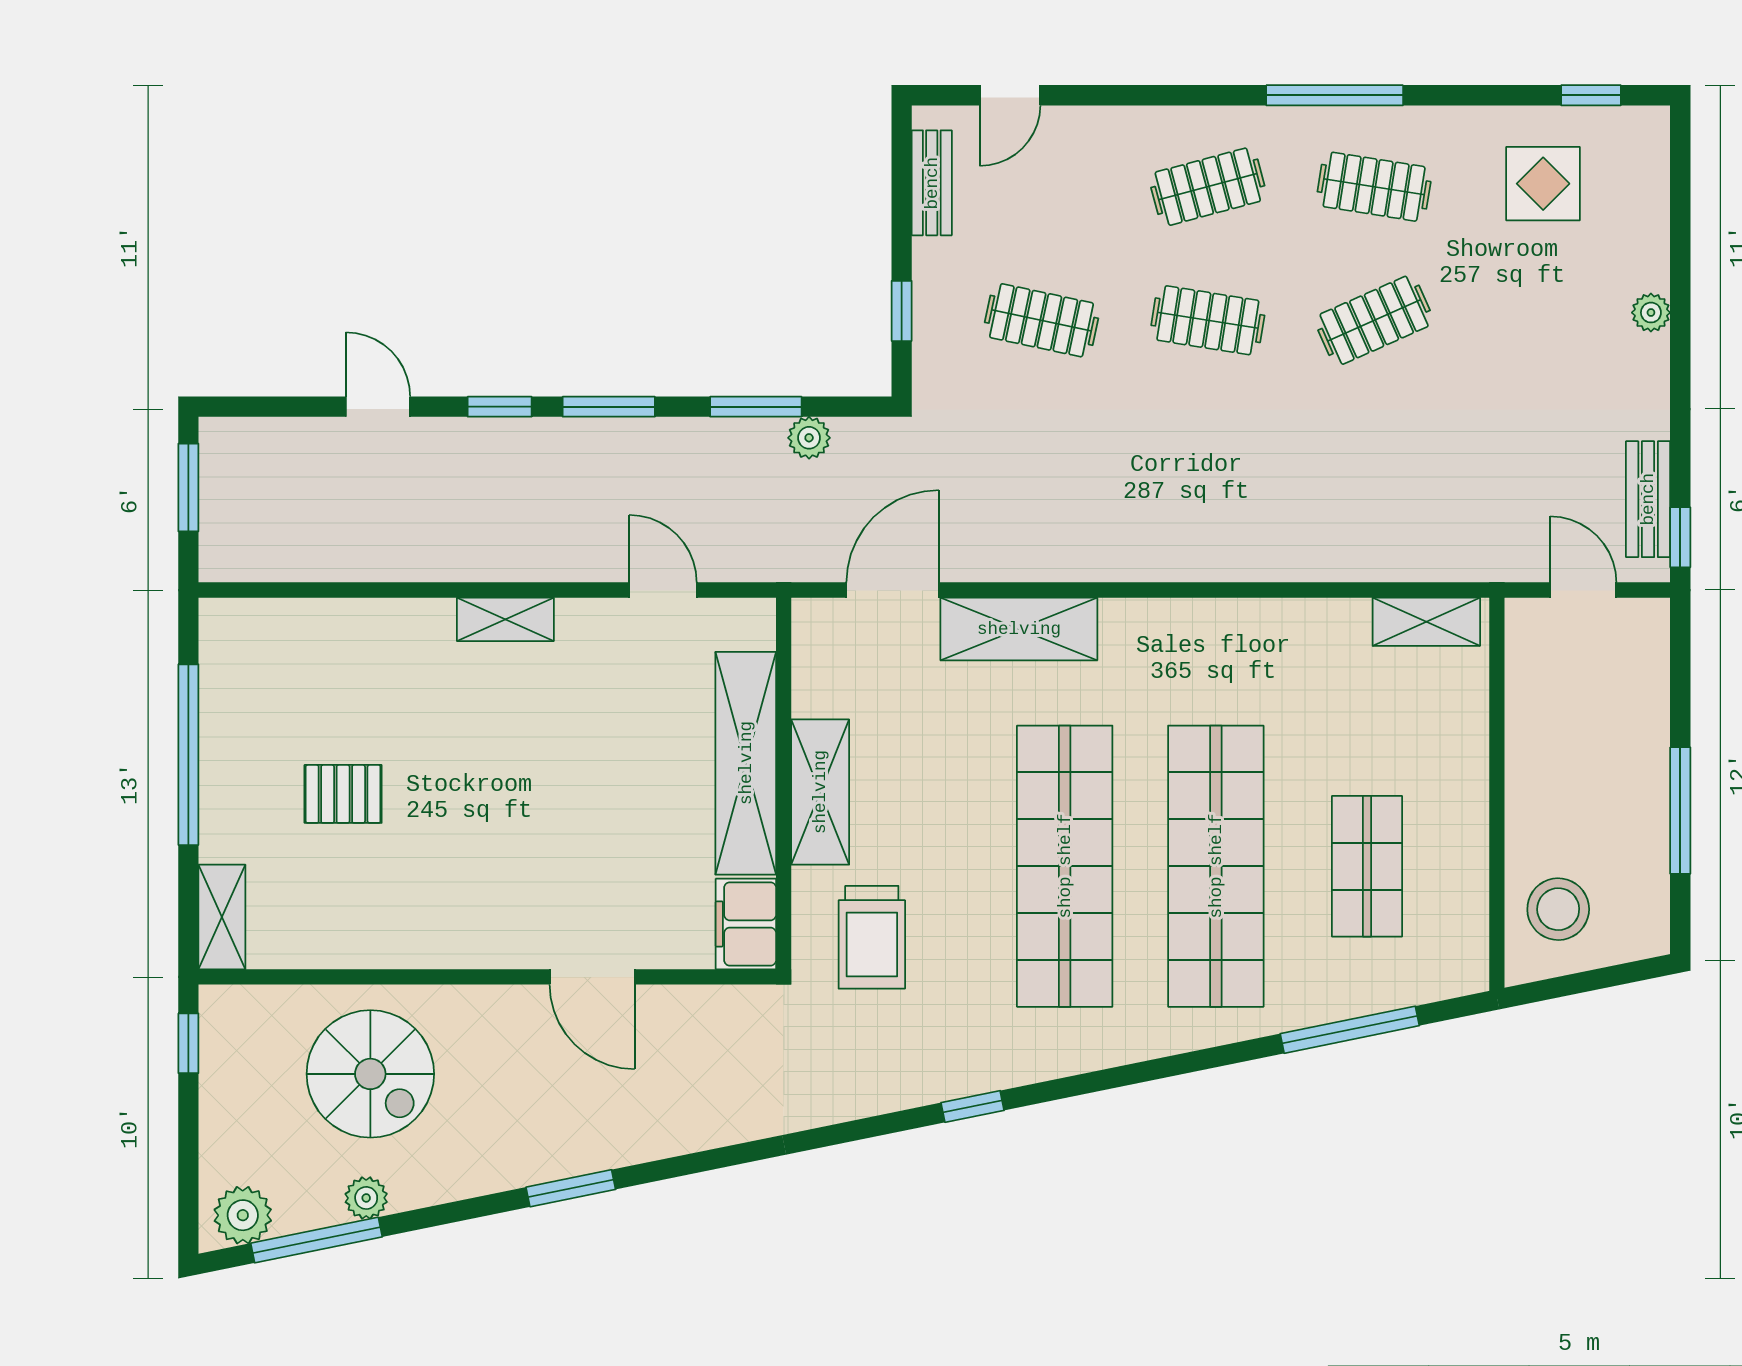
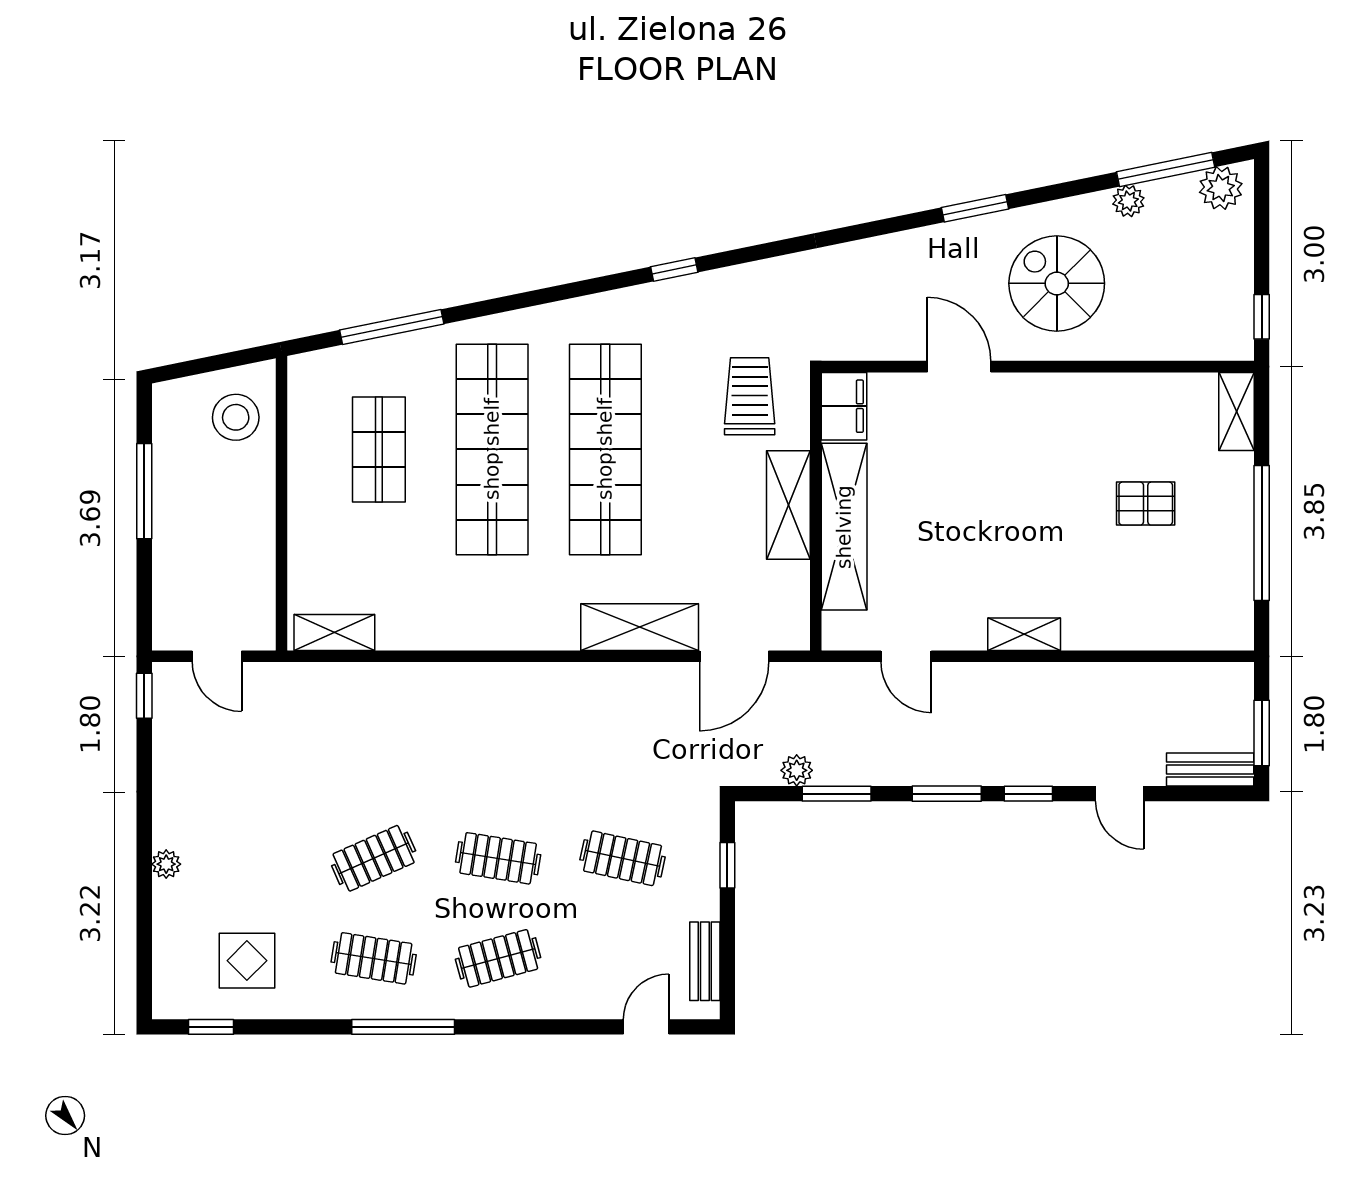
bench: (1648, 499) -> (1210, 769), moved, turned 90
spiral stairs: (370, 1074) -> (1057, 283), moved

